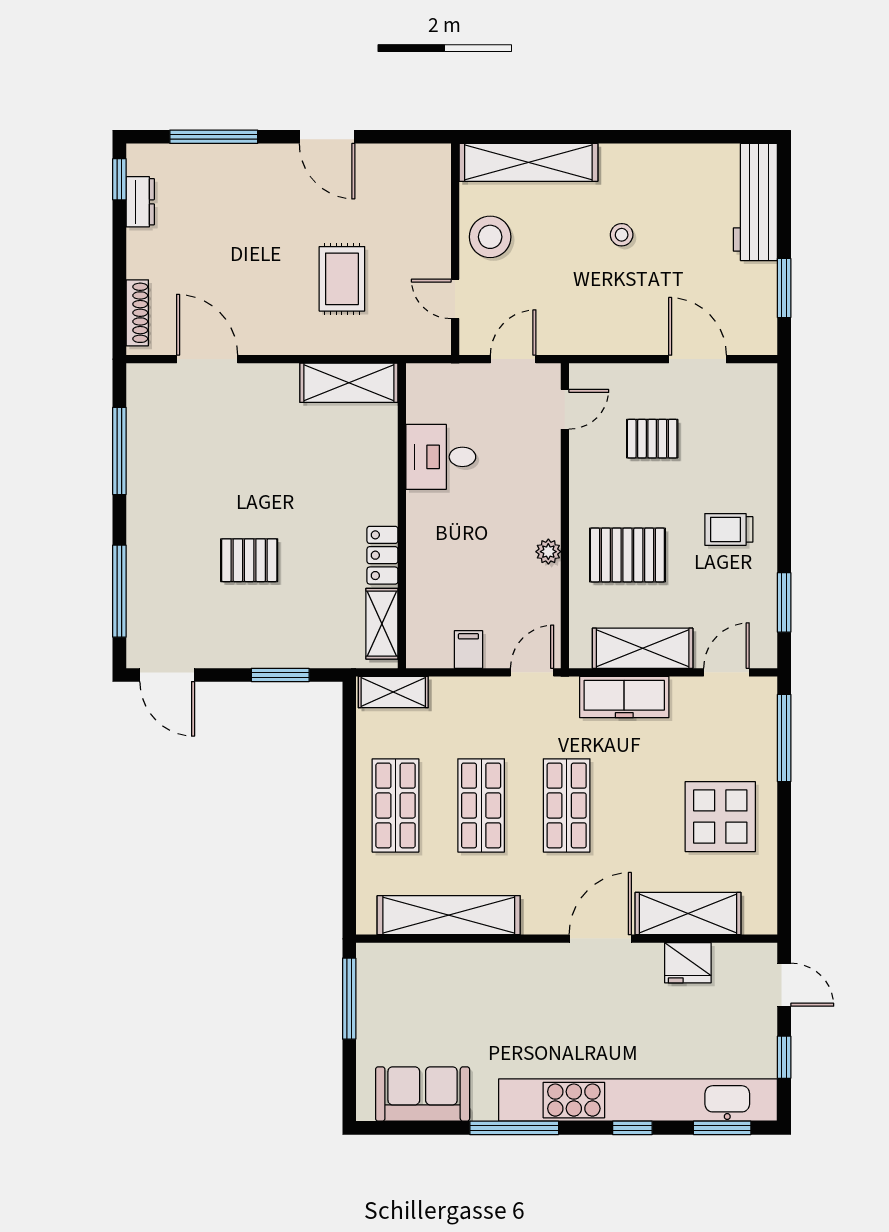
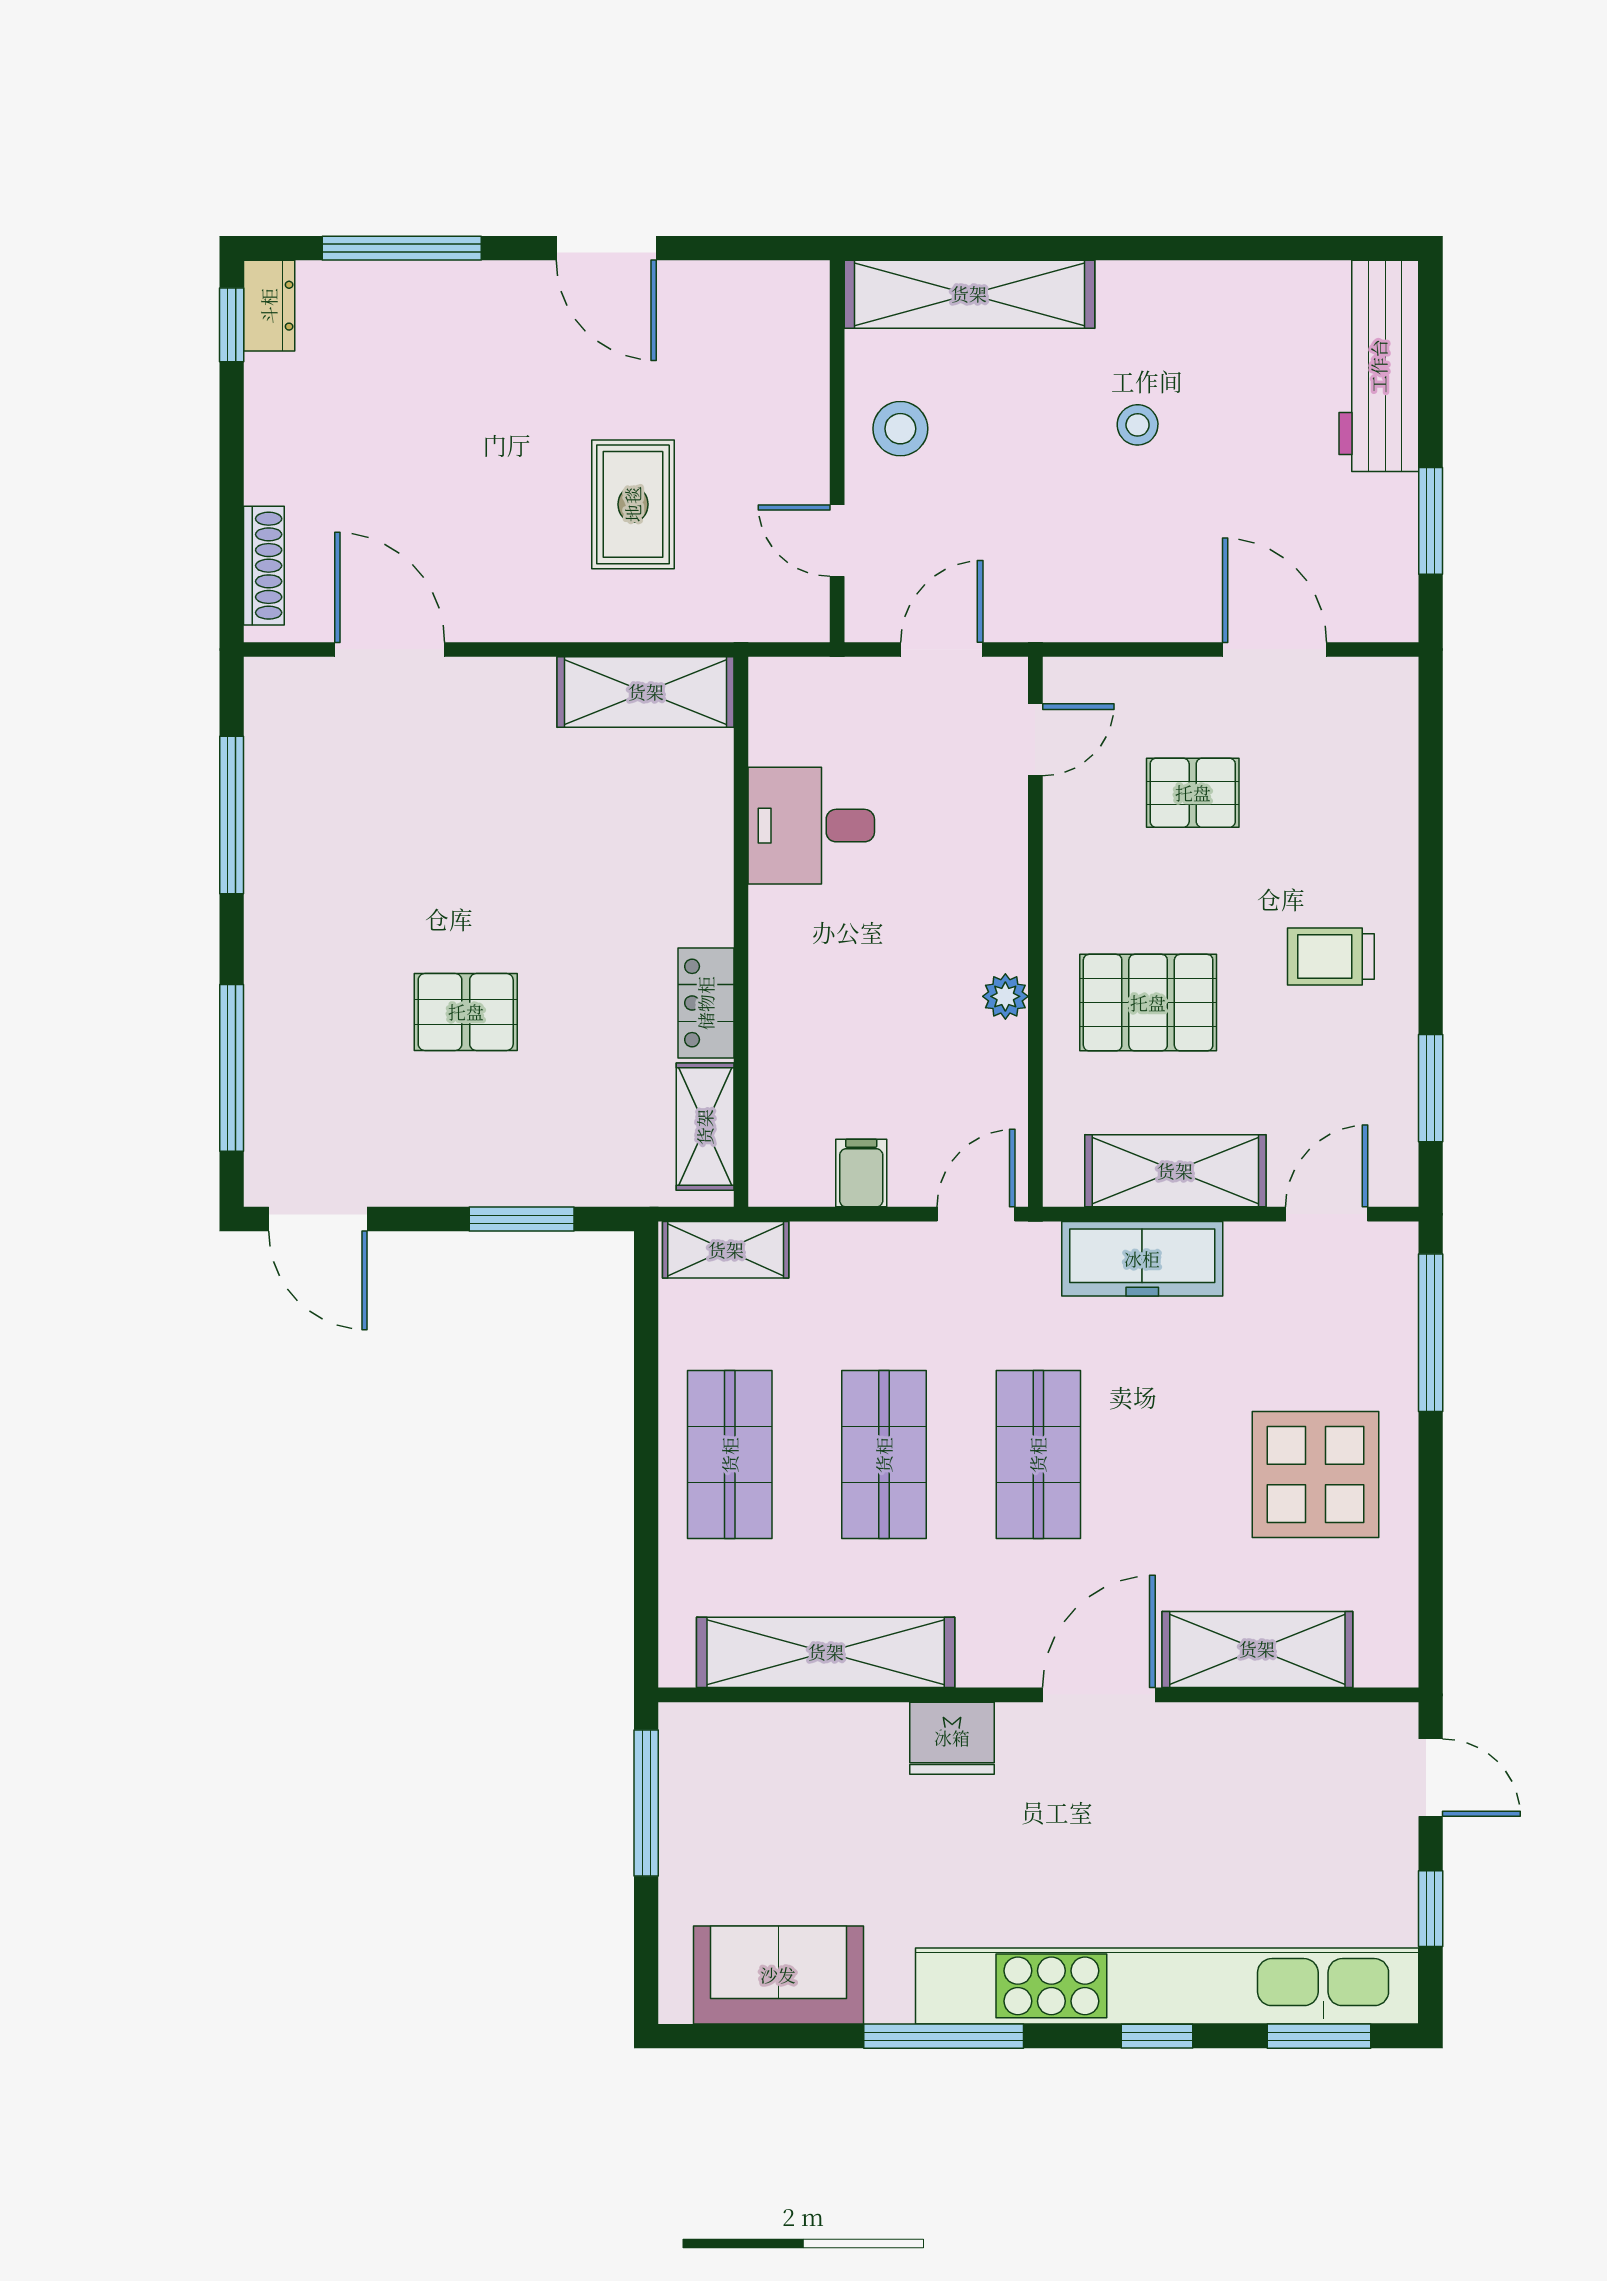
dresser: (140, 202) -> (269, 306), moved
stool: (490, 237) -> (900, 429), width x0.73, depth x0.73
fridge: (688, 963) -> (952, 1738), moved

